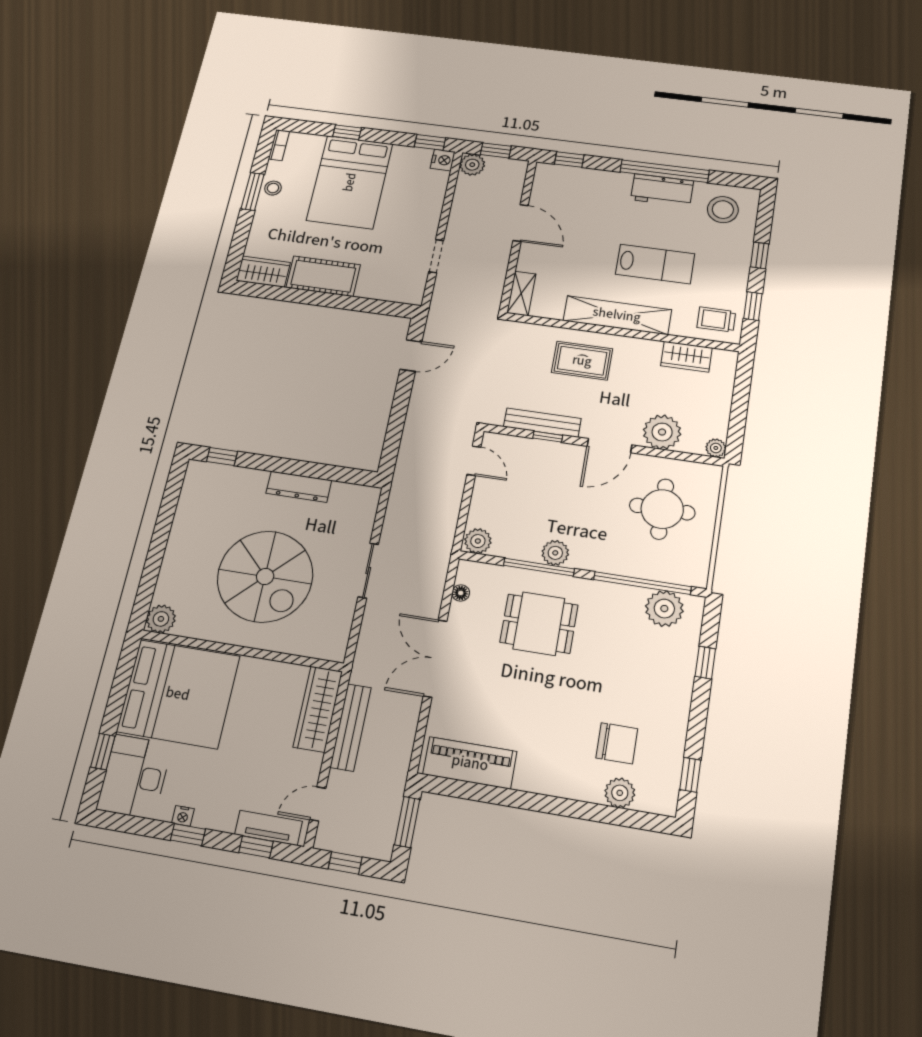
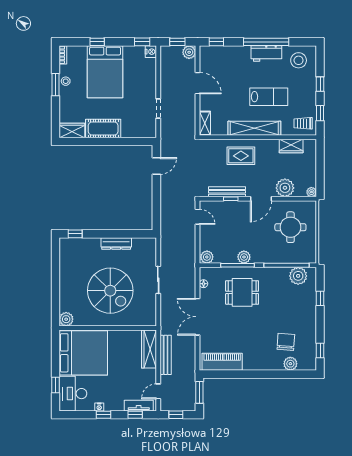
plant: (472, 165) -> (189, 52), moved
chair: (617, 743) -> (286, 342), turned -86

